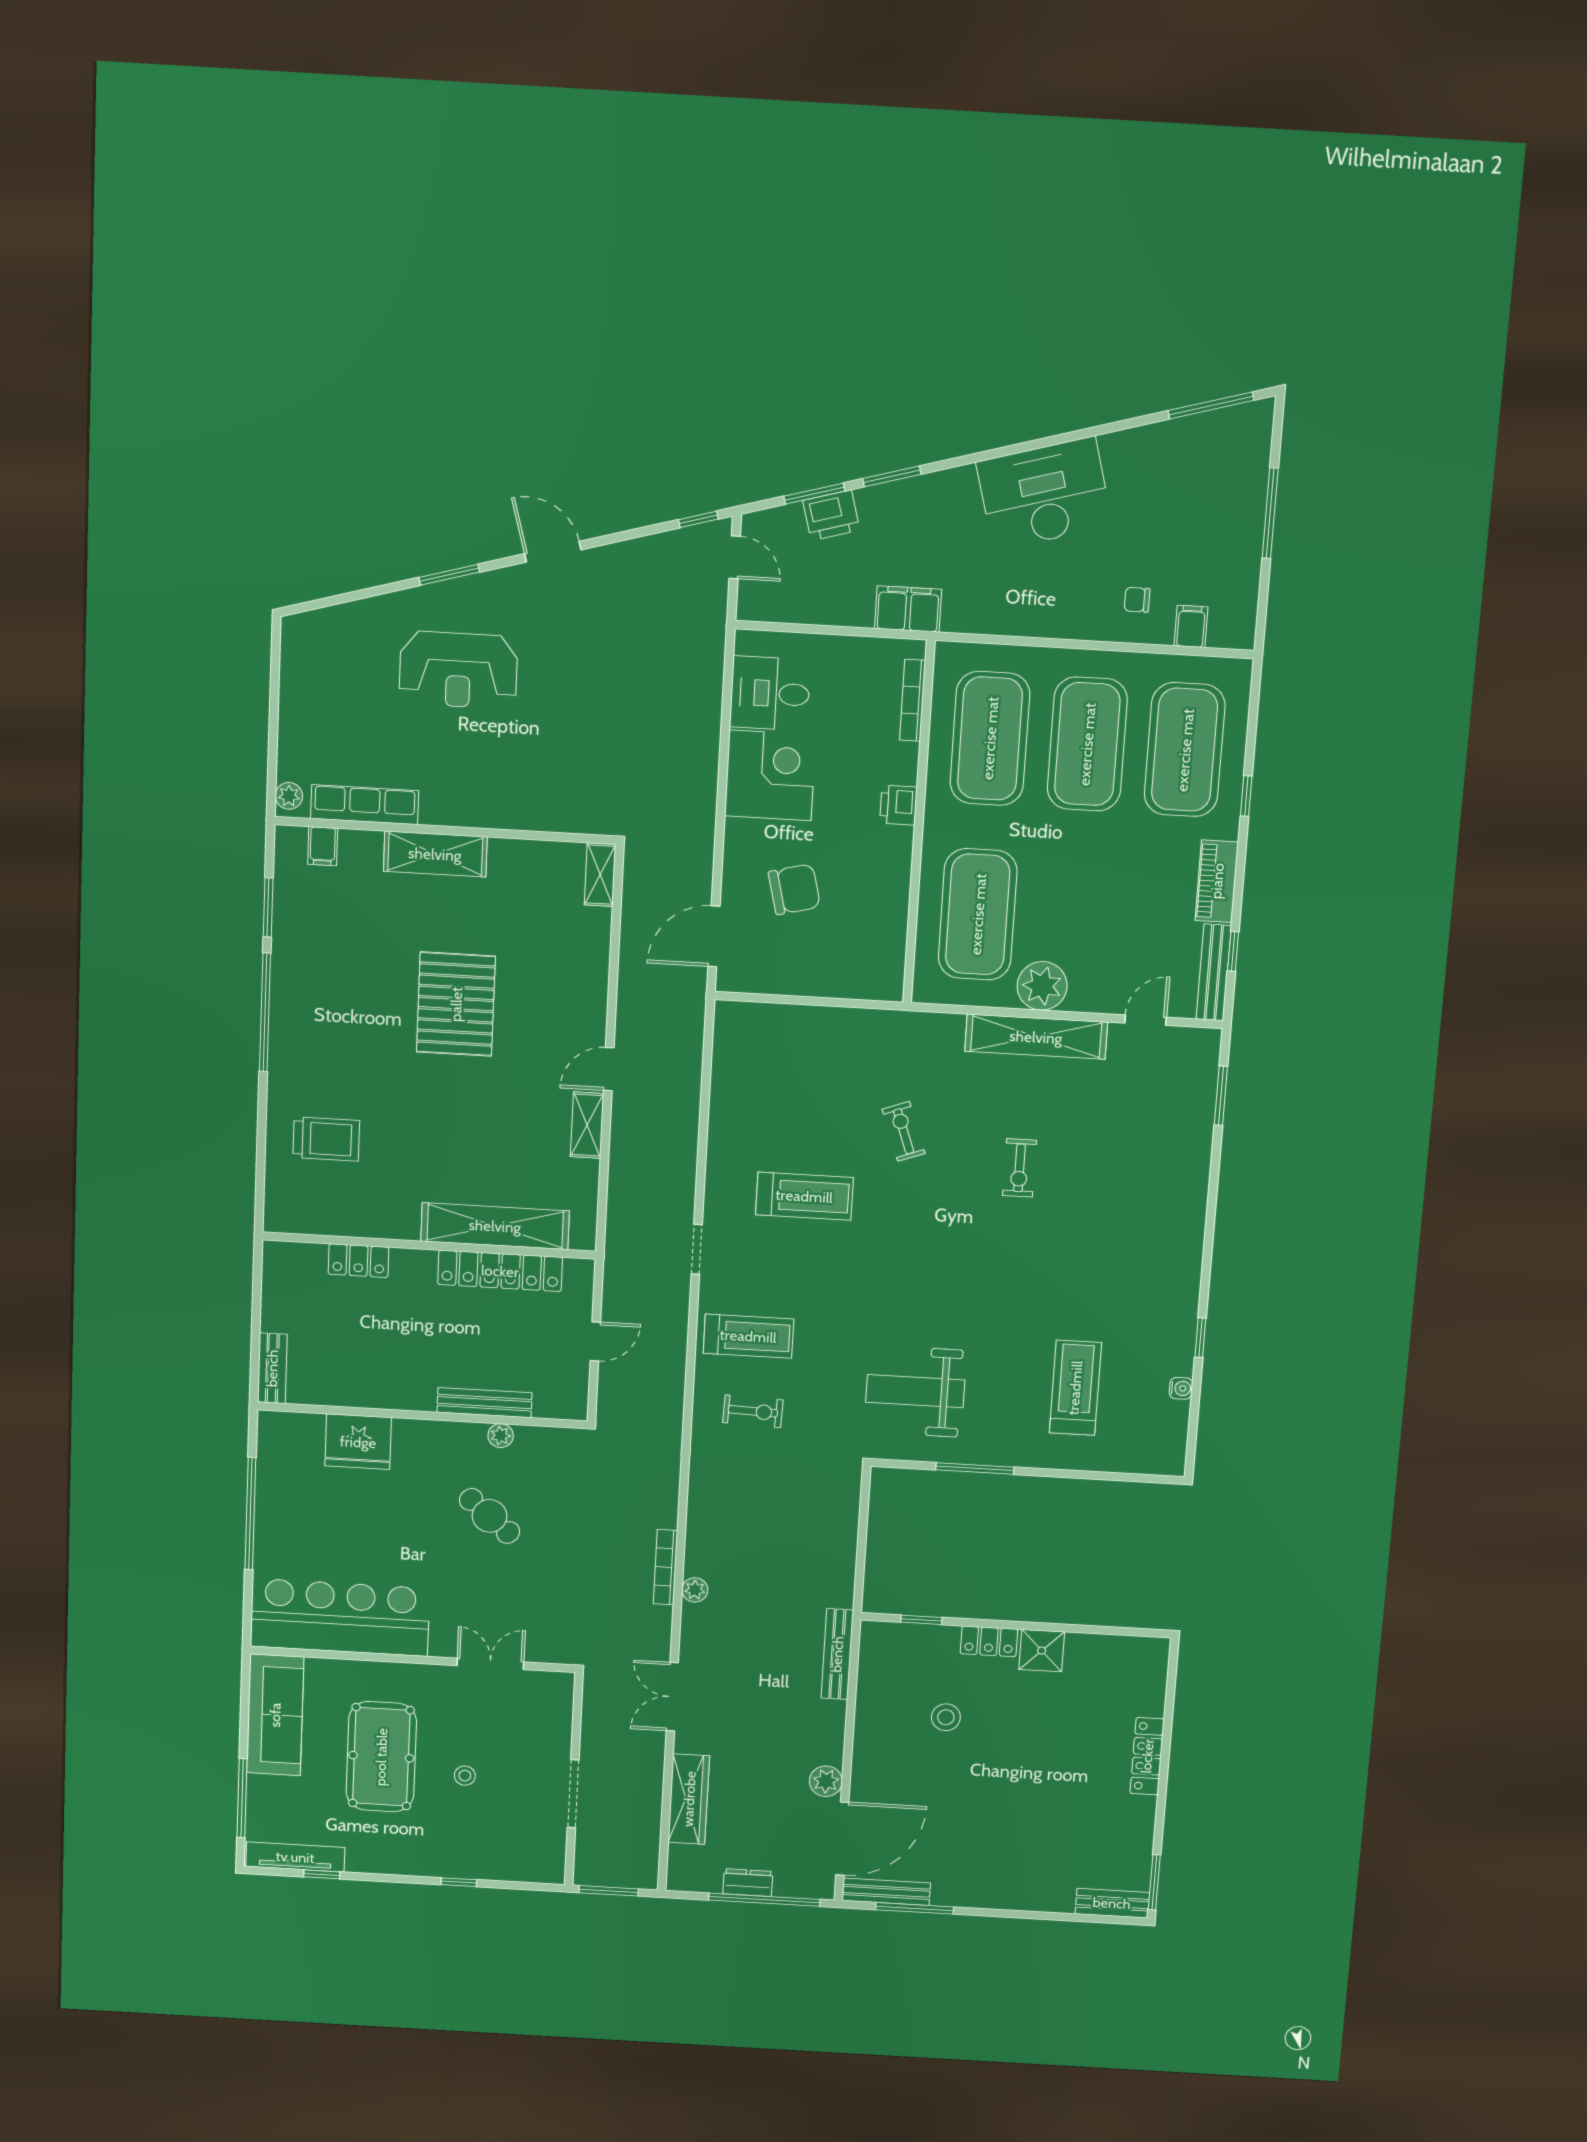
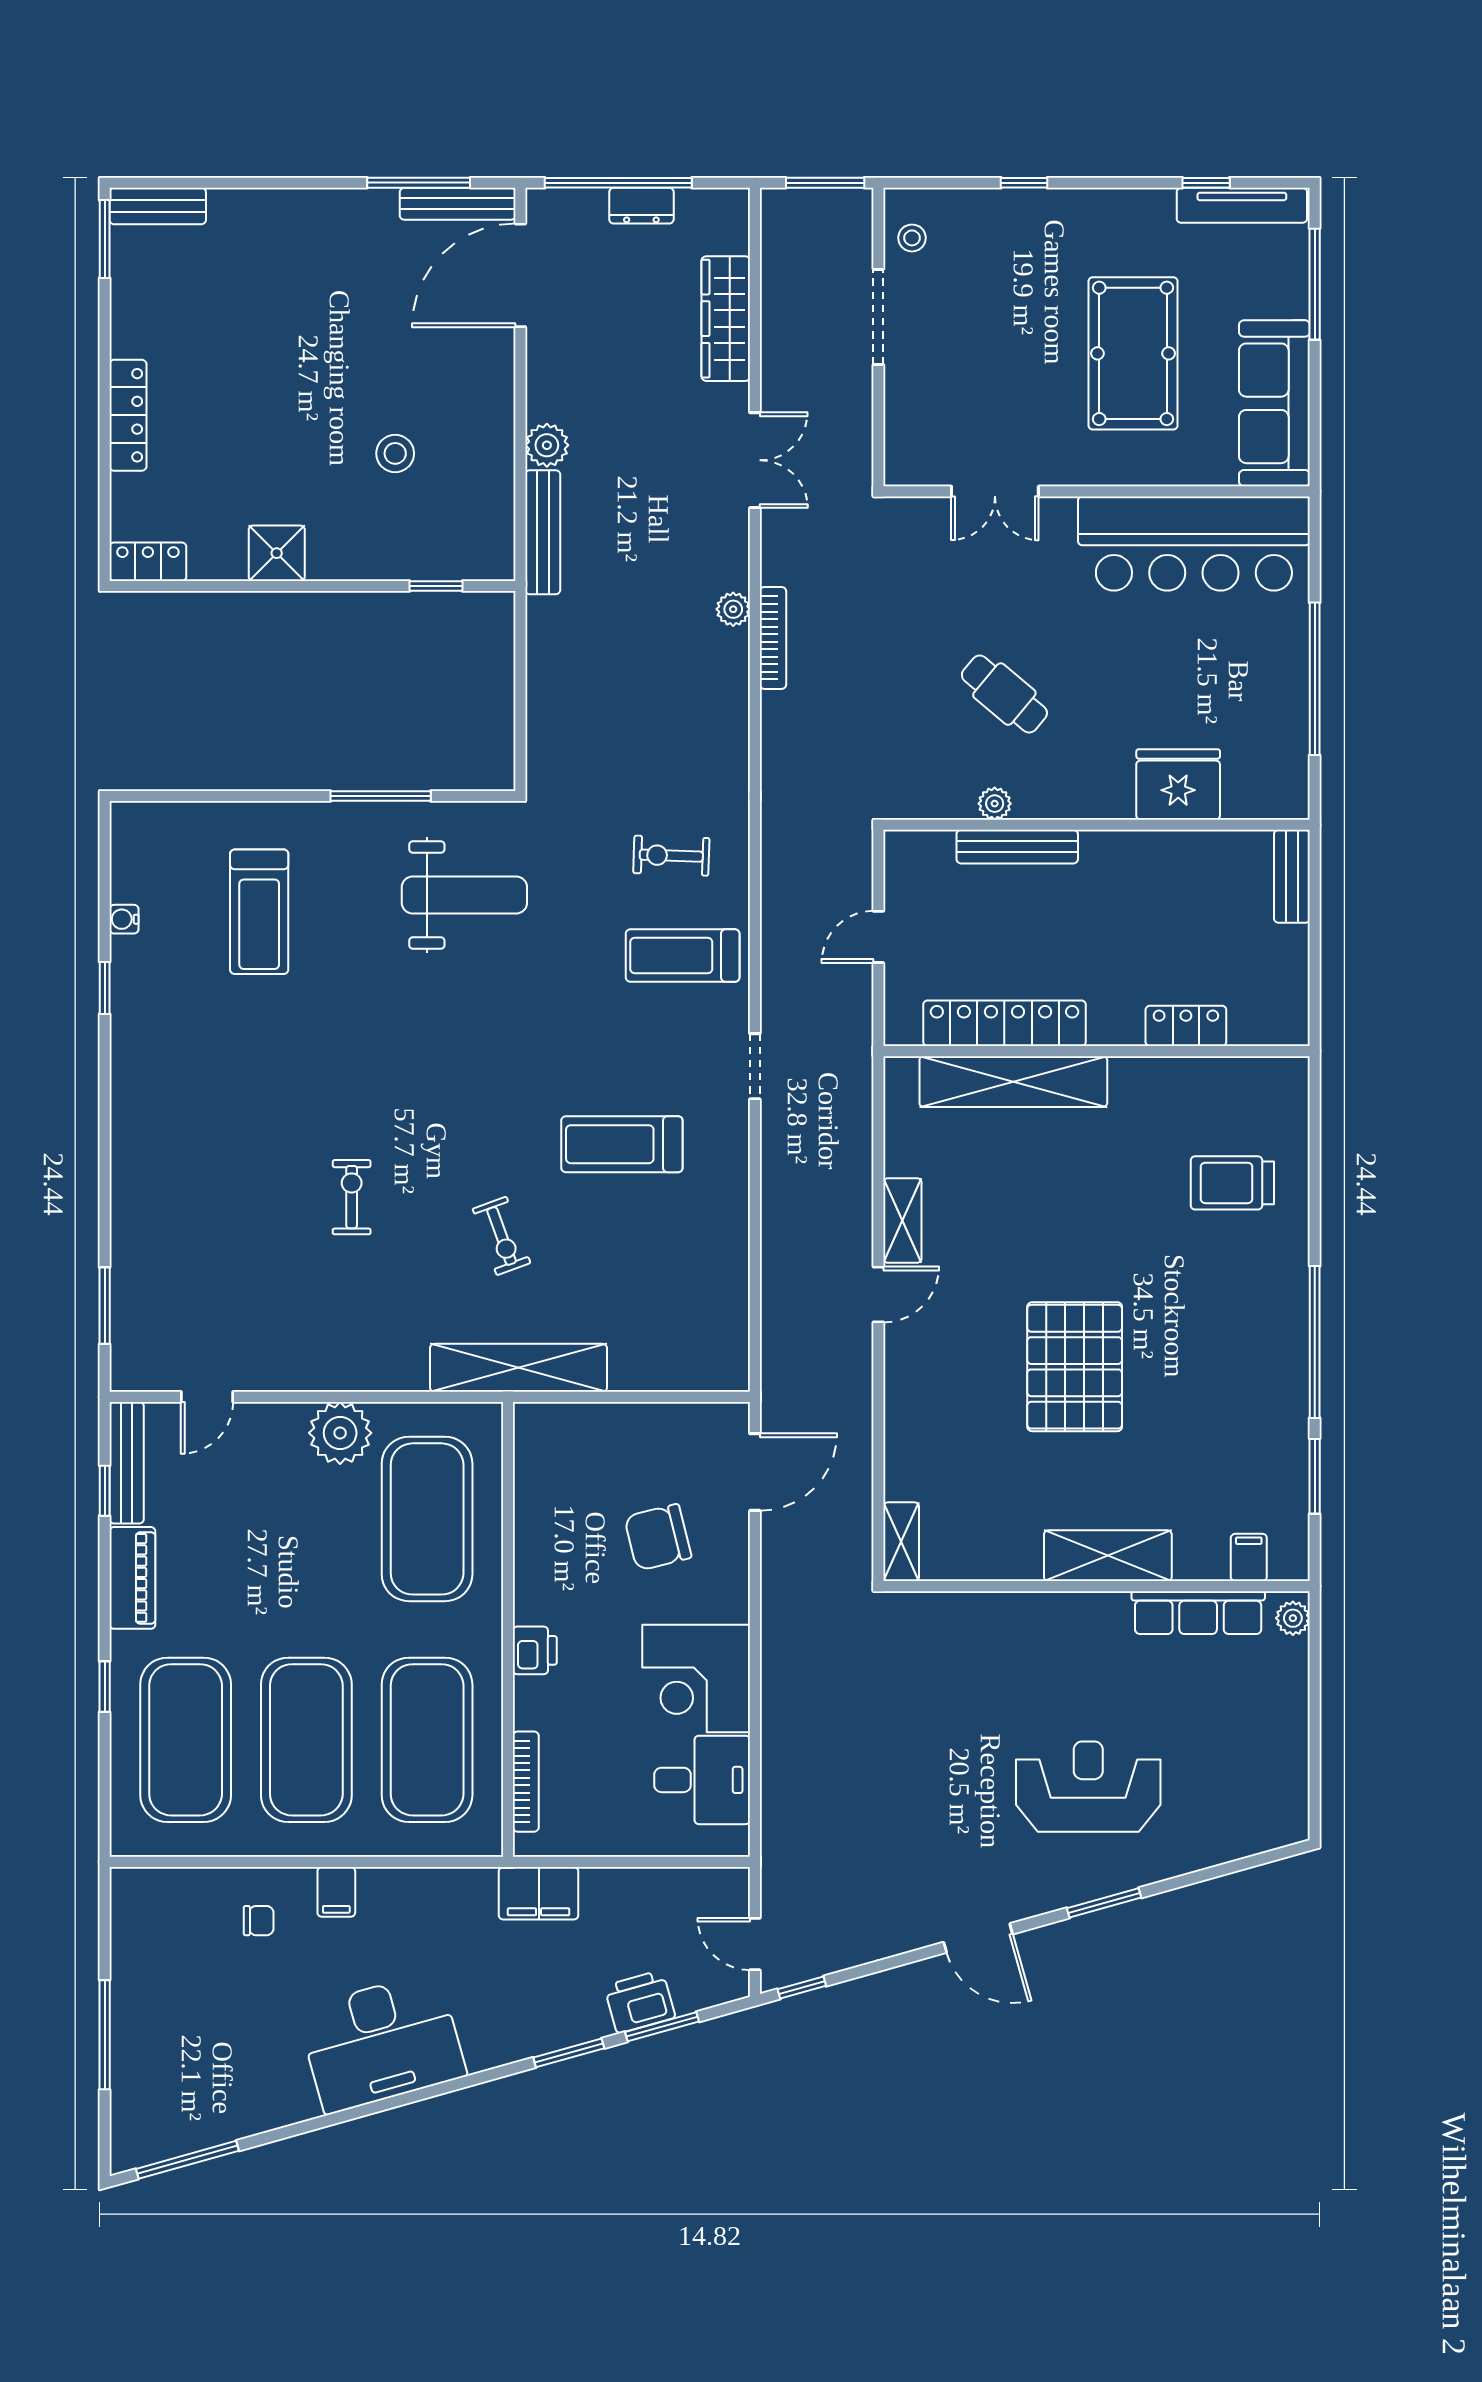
filing cabinet: (1191, 626) -> (336, 1892), moved
shelving: (1036, 1037) -> (518, 1368), moved
locker: (989, 1641) -> (148, 562), moved
stool: (465, 1776) -> (912, 238), moved
plant: (826, 1781) -> (547, 445), moved

